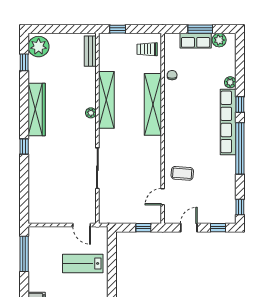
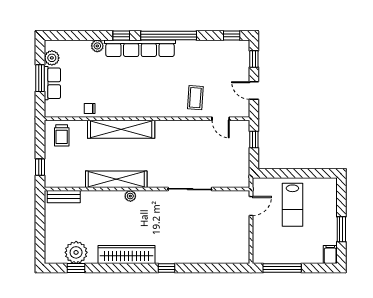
plant: (39, 47) -> (76, 252), moved

